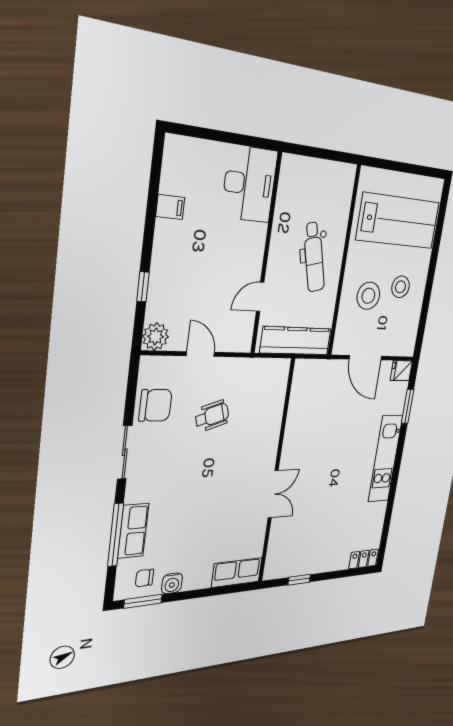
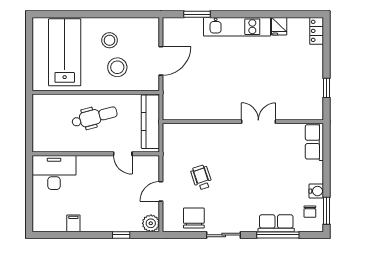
fridge: (401, 371) -> (279, 26), moved

